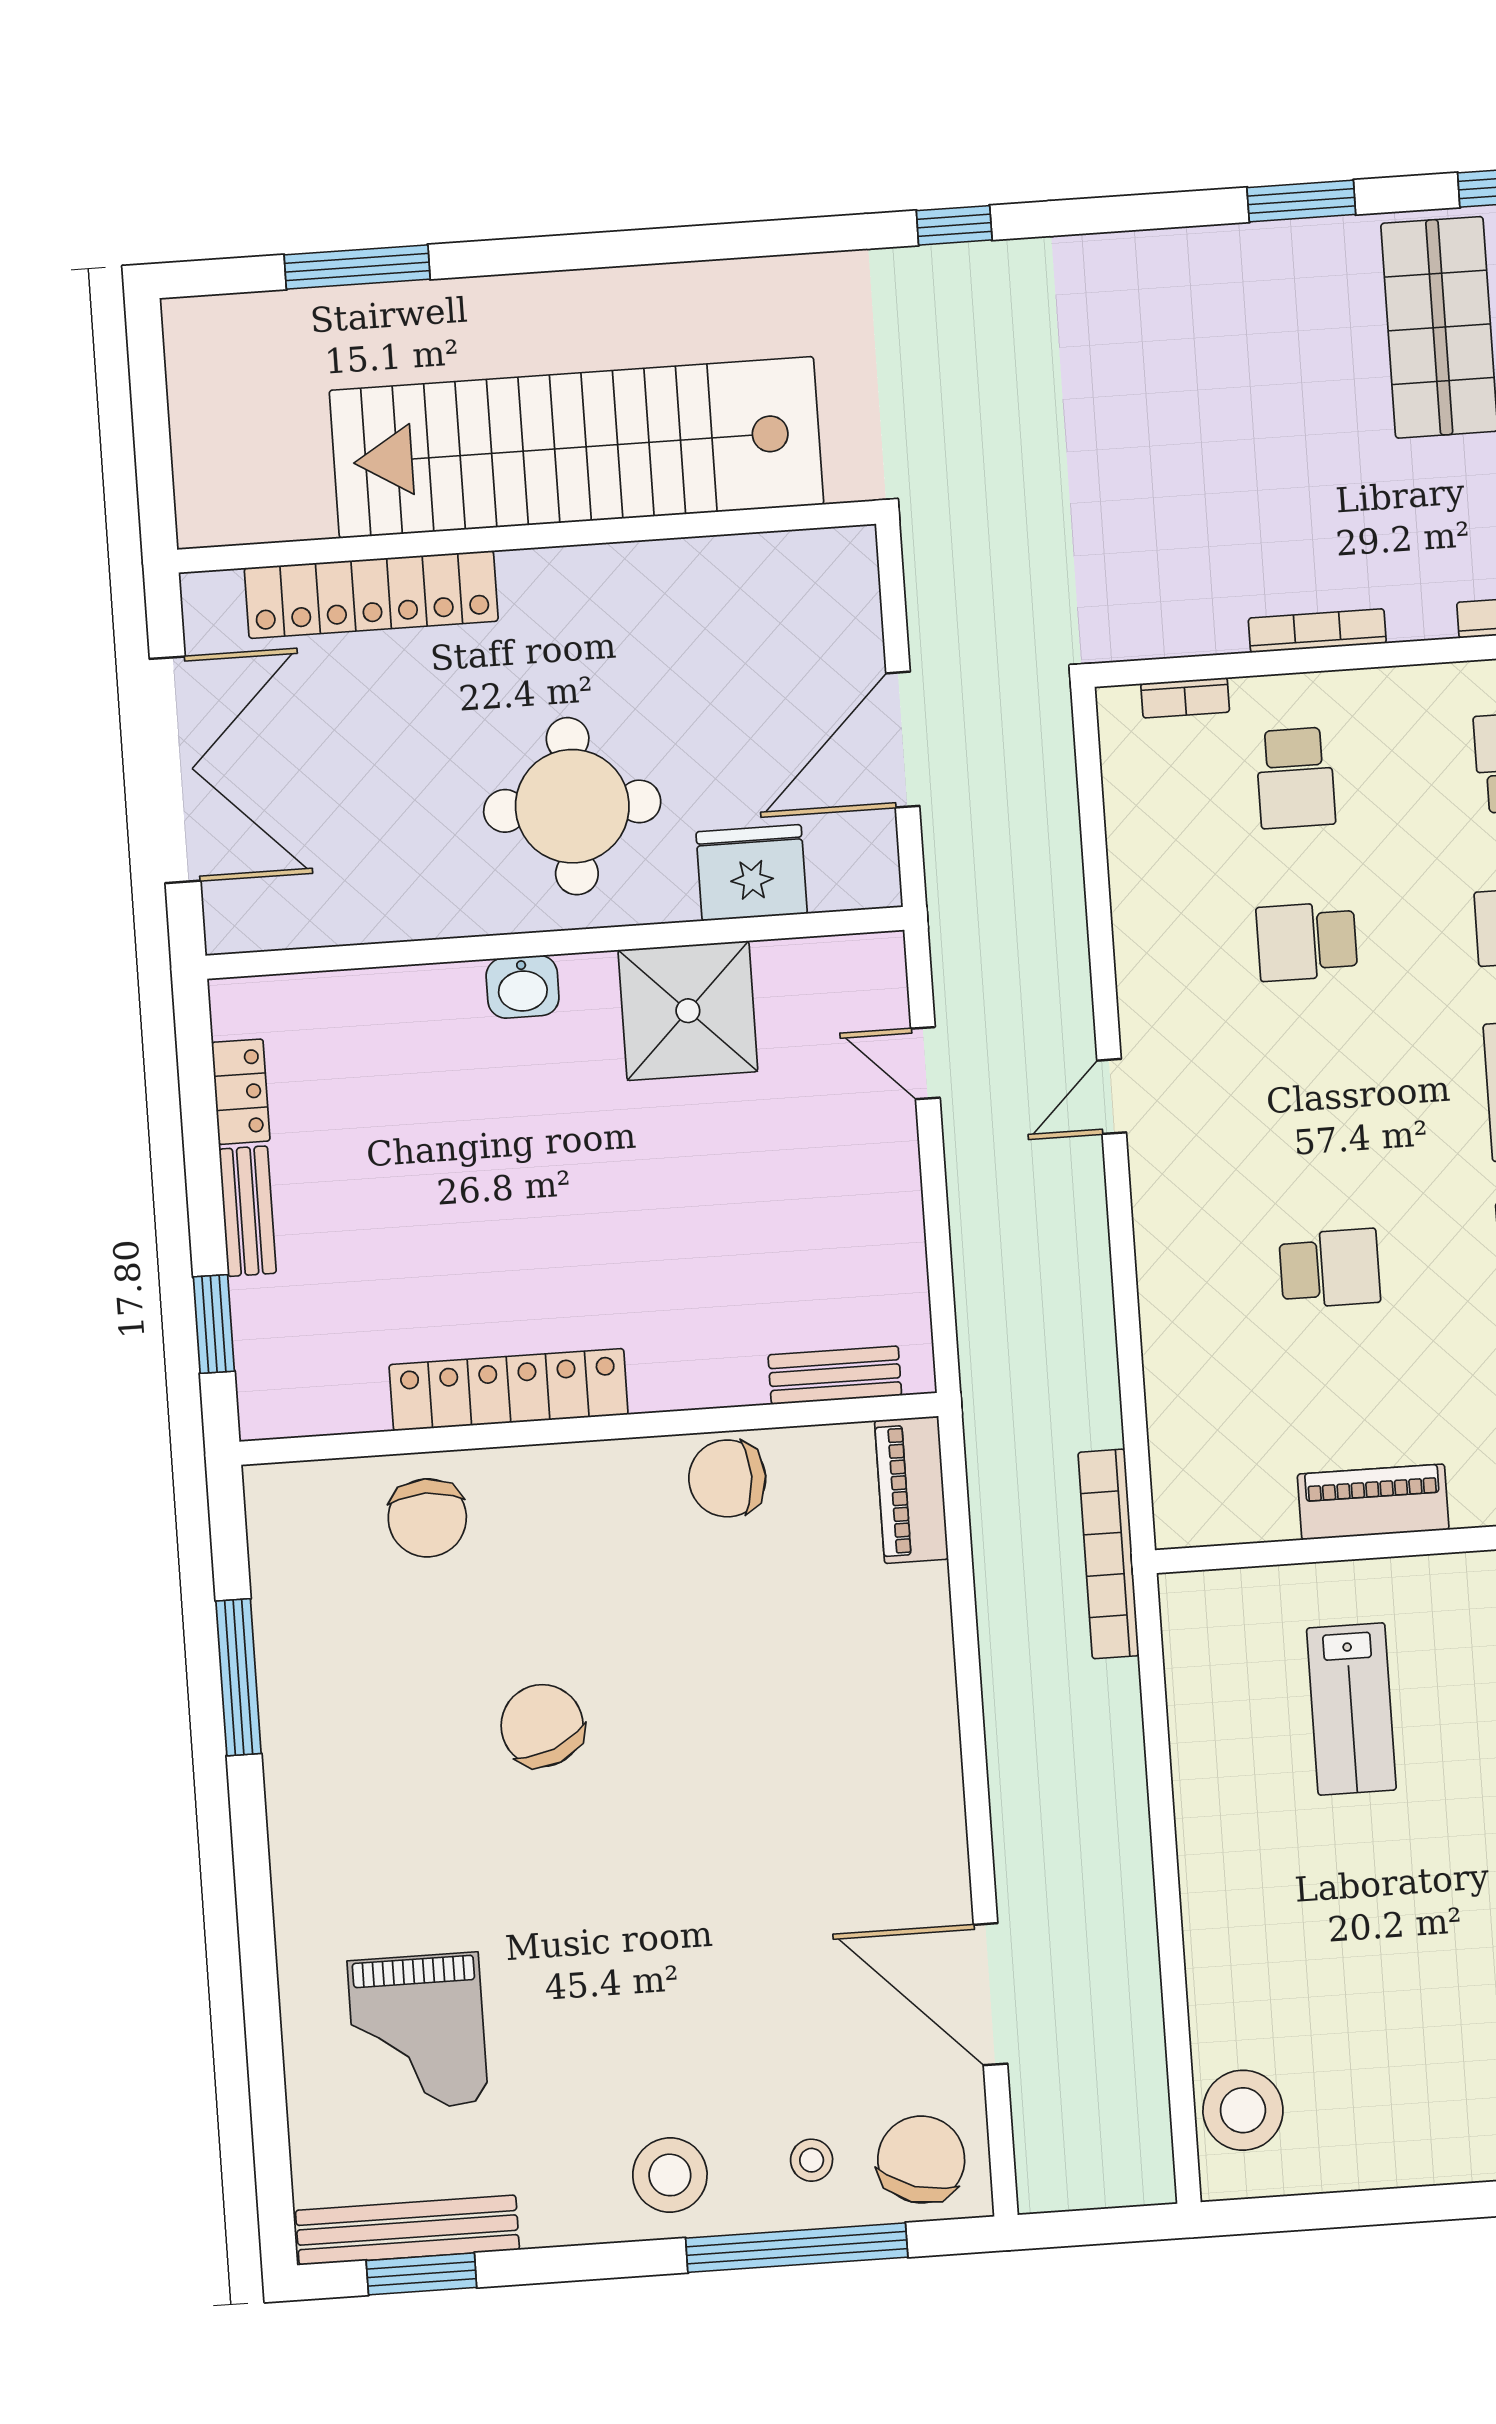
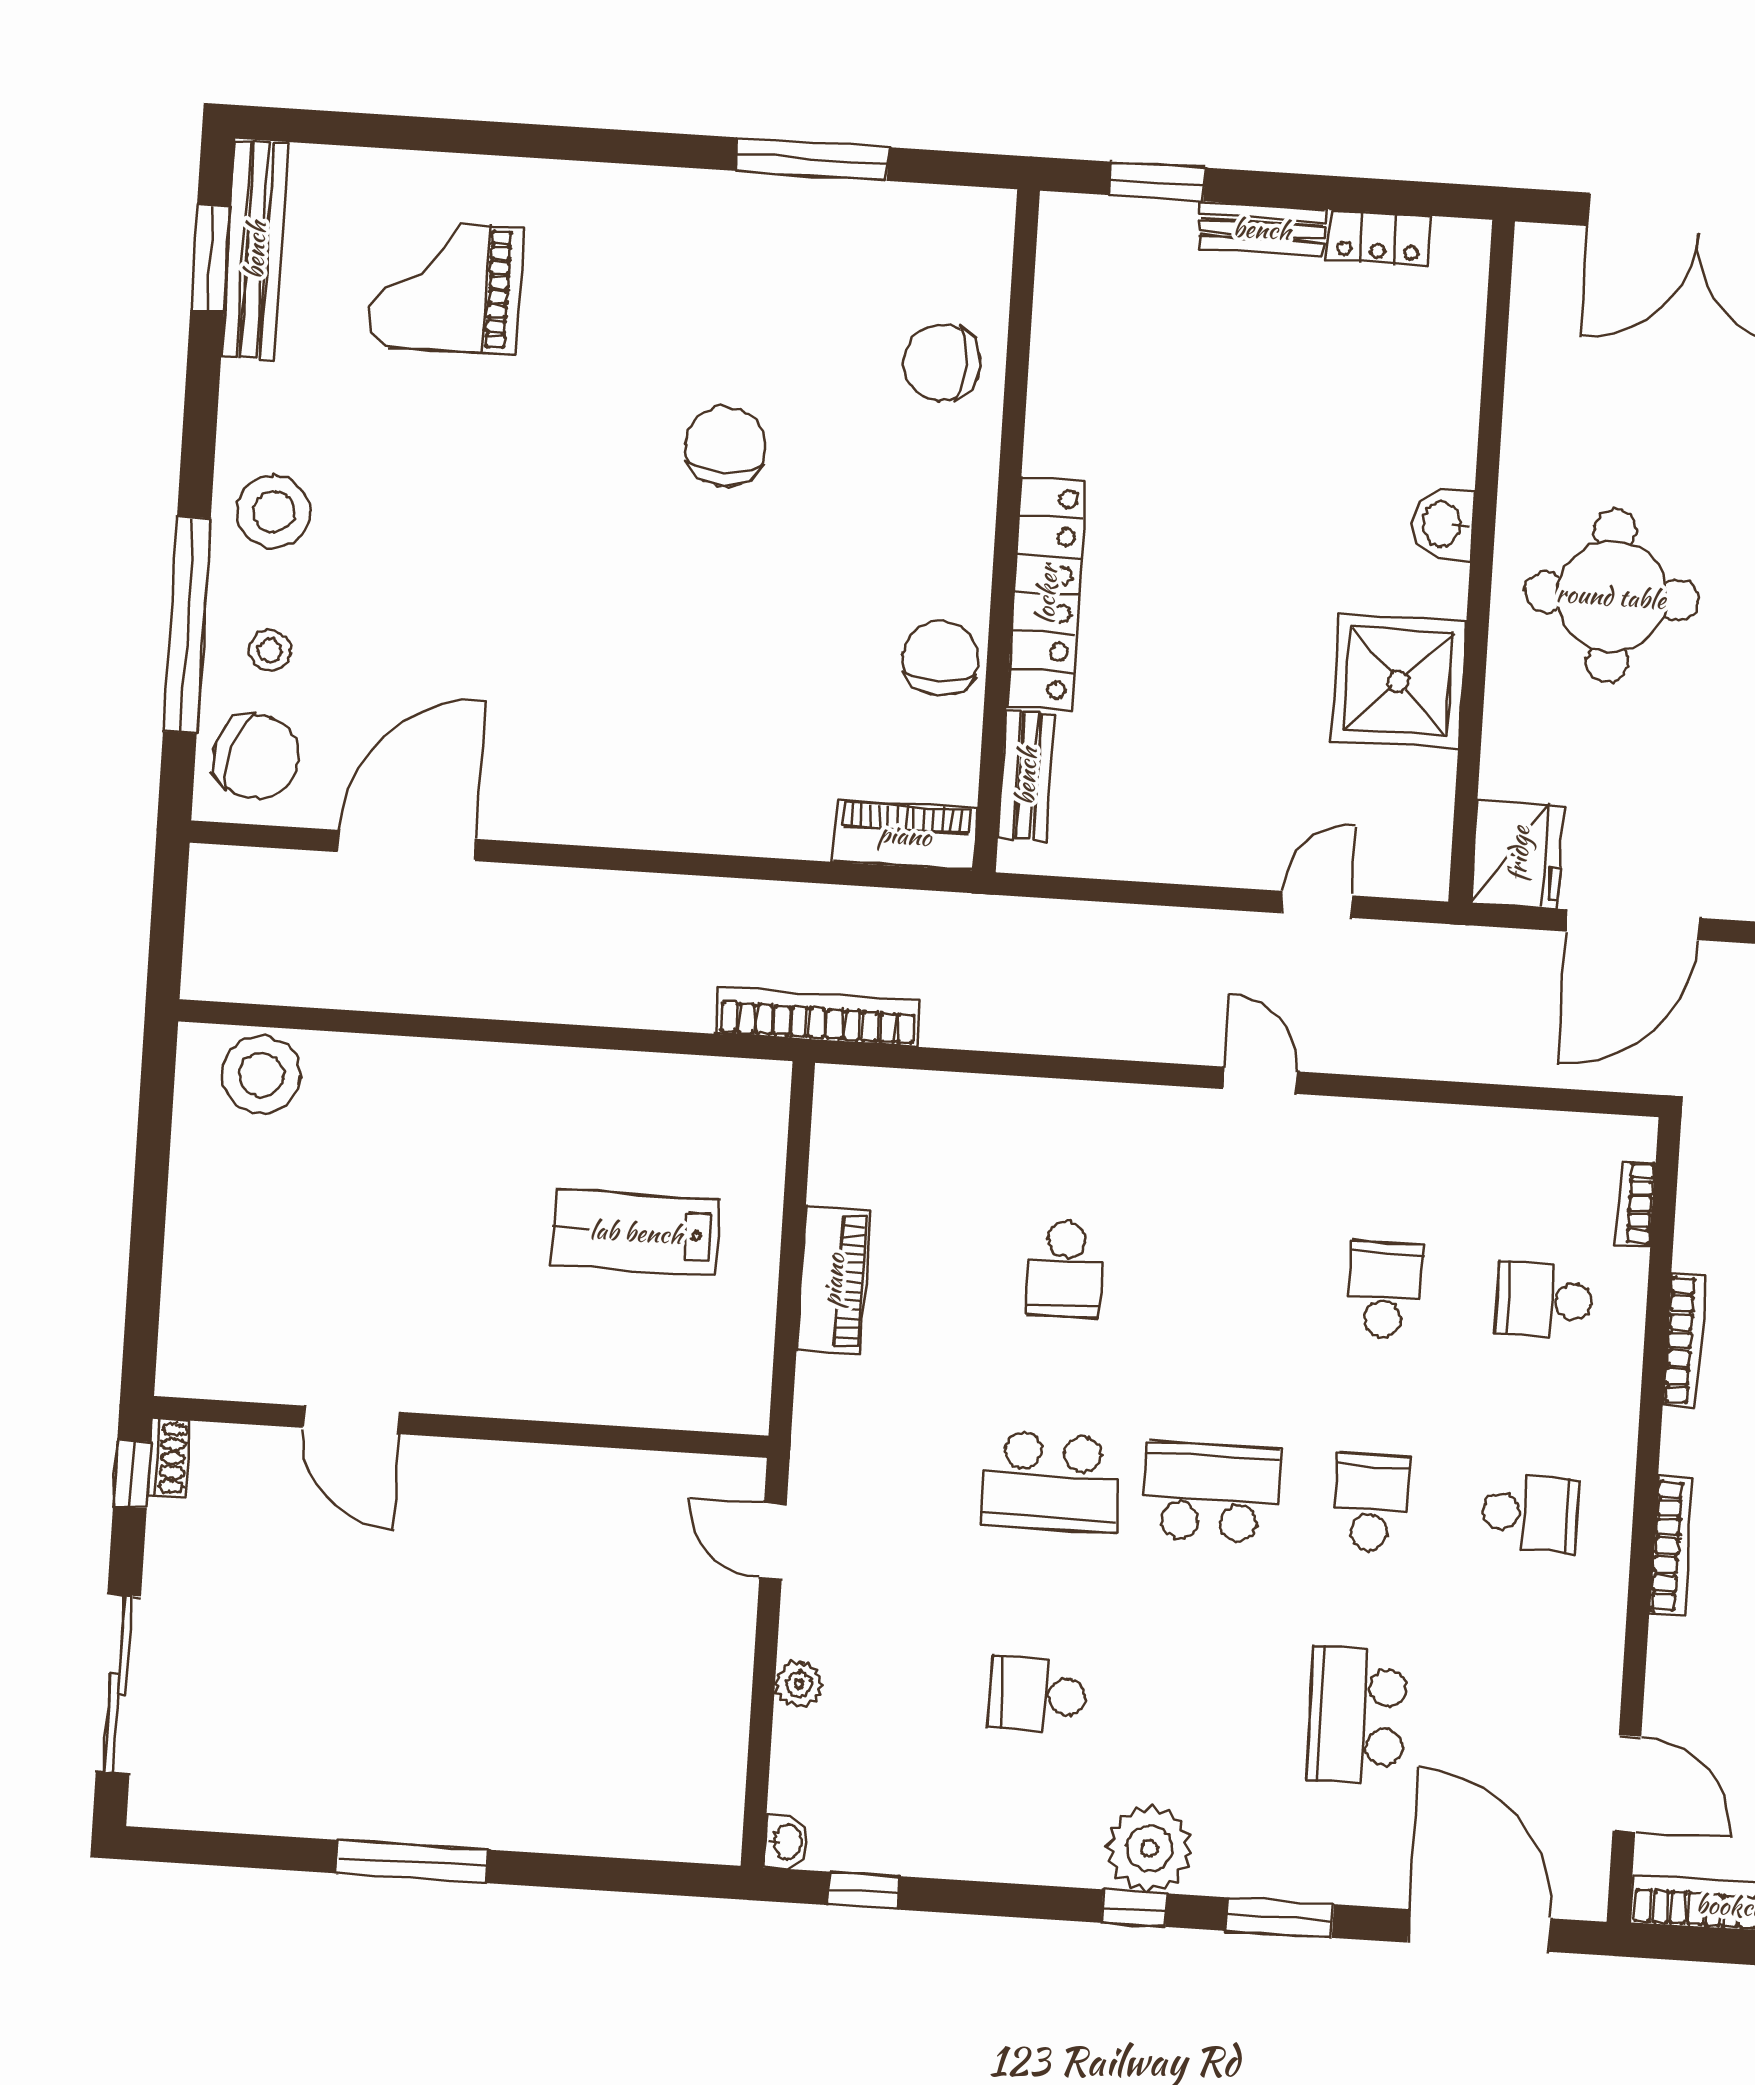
door: (903, 740) -> (1633, 925), swing flipped
fridge: (752, 873) -> (1518, 854), moved
locker: (509, 1390) -> (1046, 594), moved
chair: (542, 1726) -> (725, 447), turned -67

